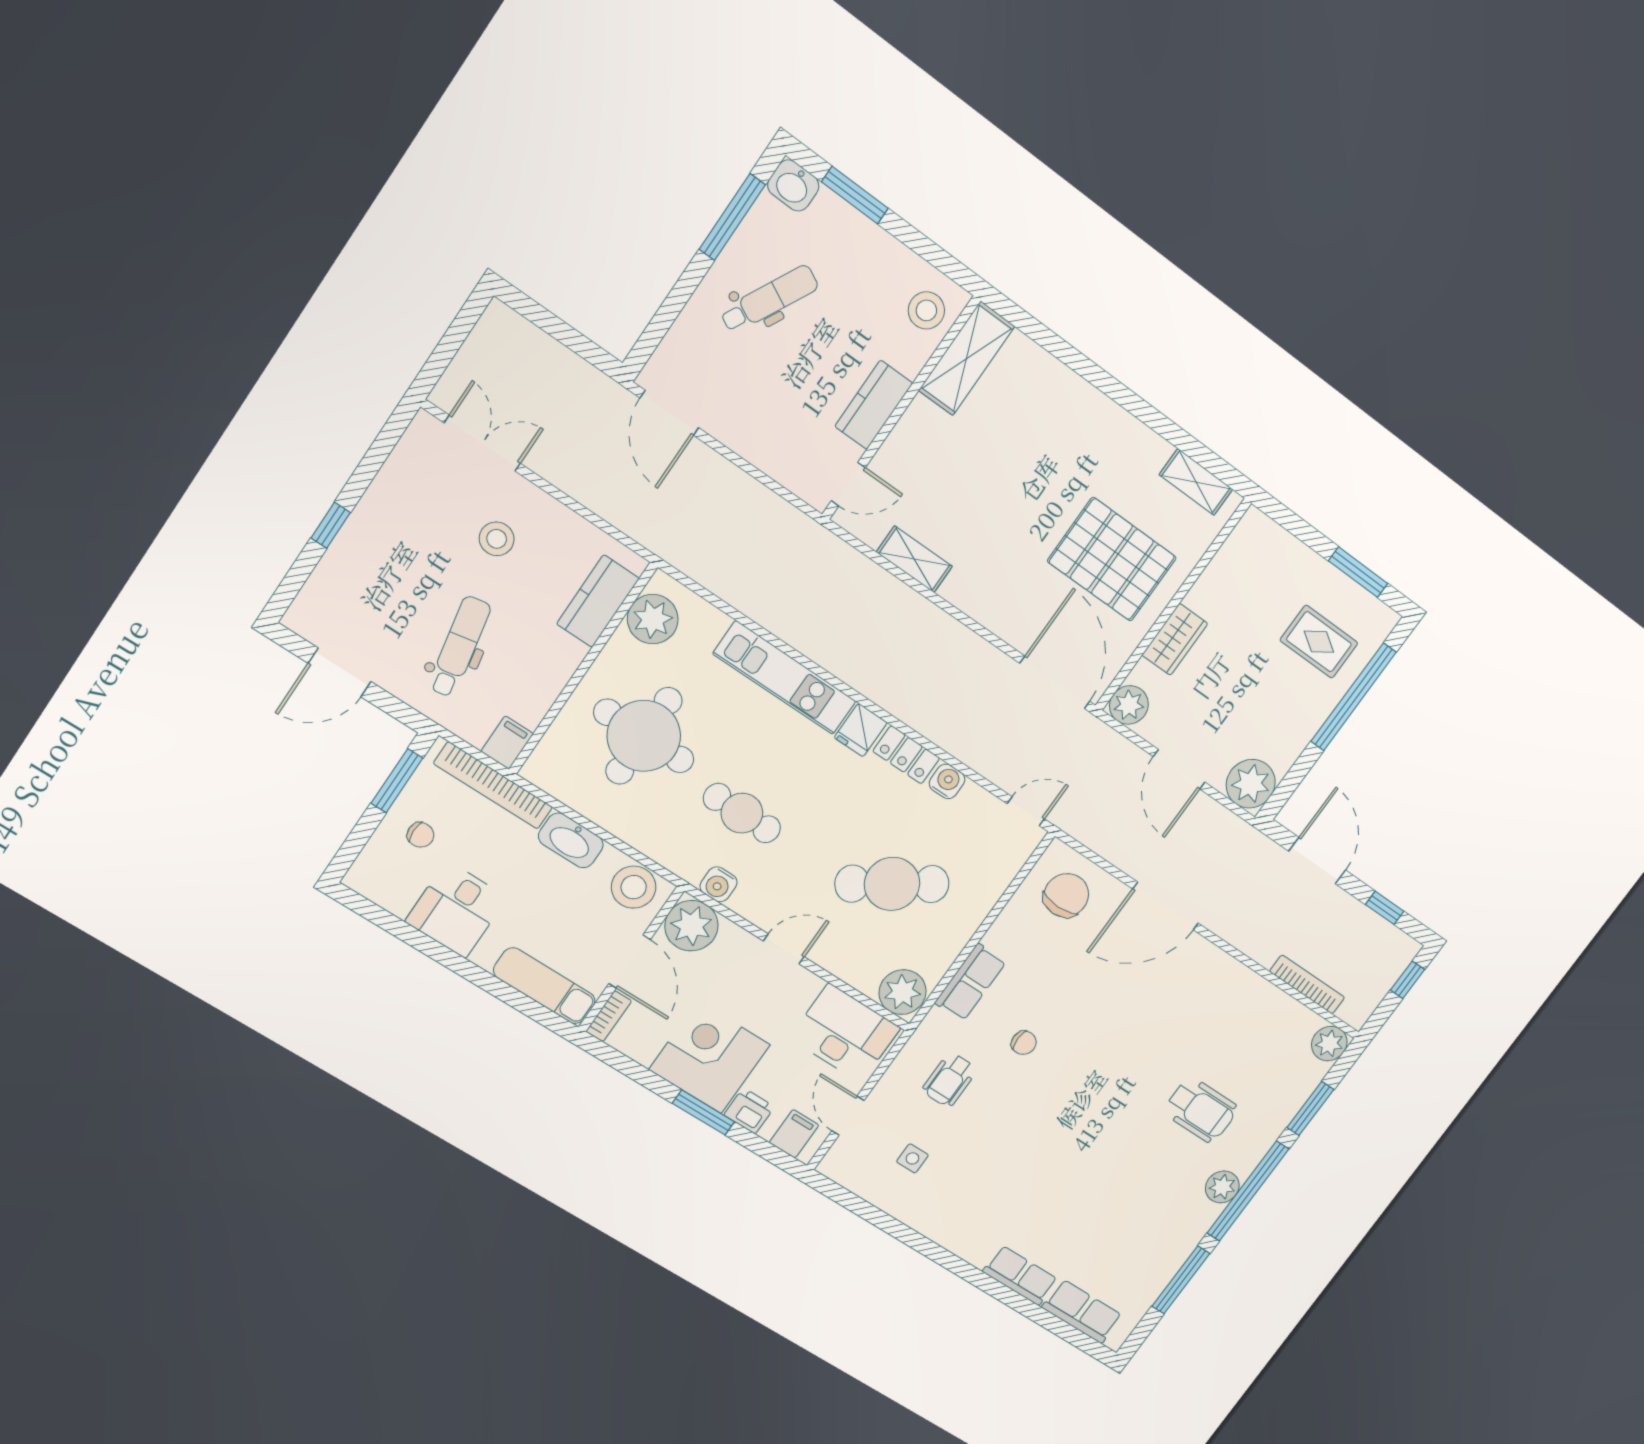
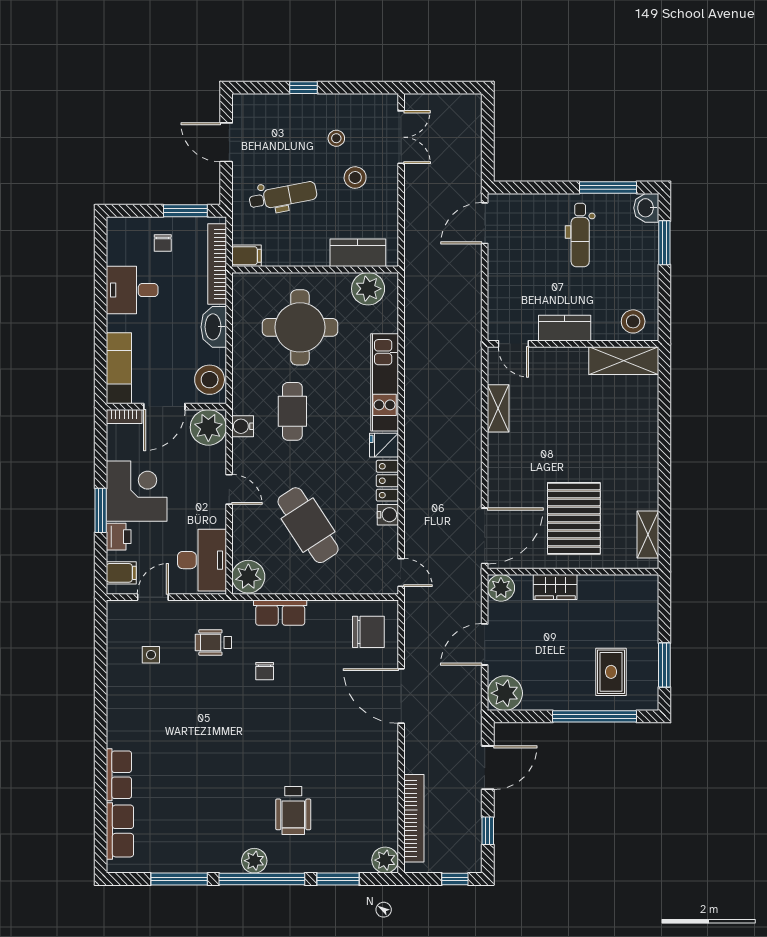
dental chair: (769, 299) -> (580, 235), turned 63
stool: (428, 528) -> (336, 138), added
bookcase: (1307, 984) -> (414, 818), width x1.48, depth x1.31

